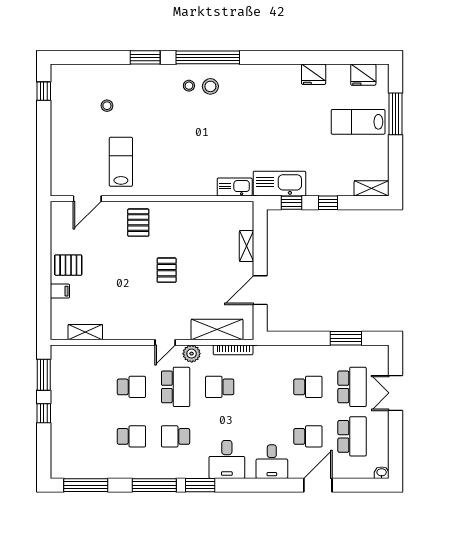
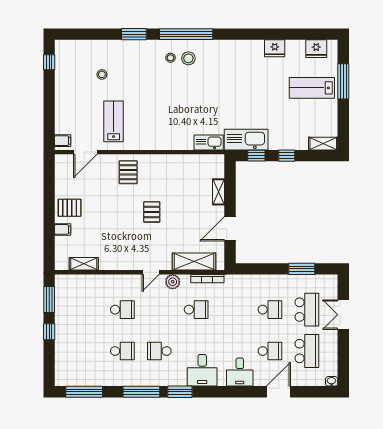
filing cabinet: (60, 185) -> (63, 141), added
school desk: (176, 387) -> (159, 310), removed
school desk: (220, 387) -> (196, 310), turned 180

